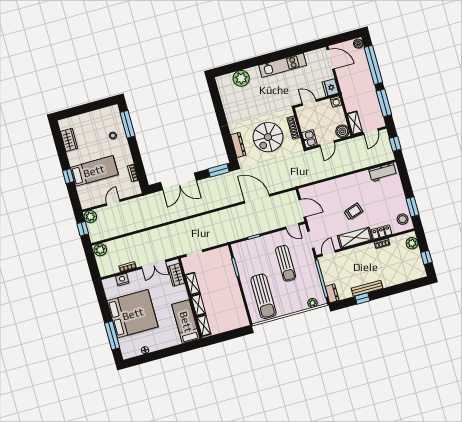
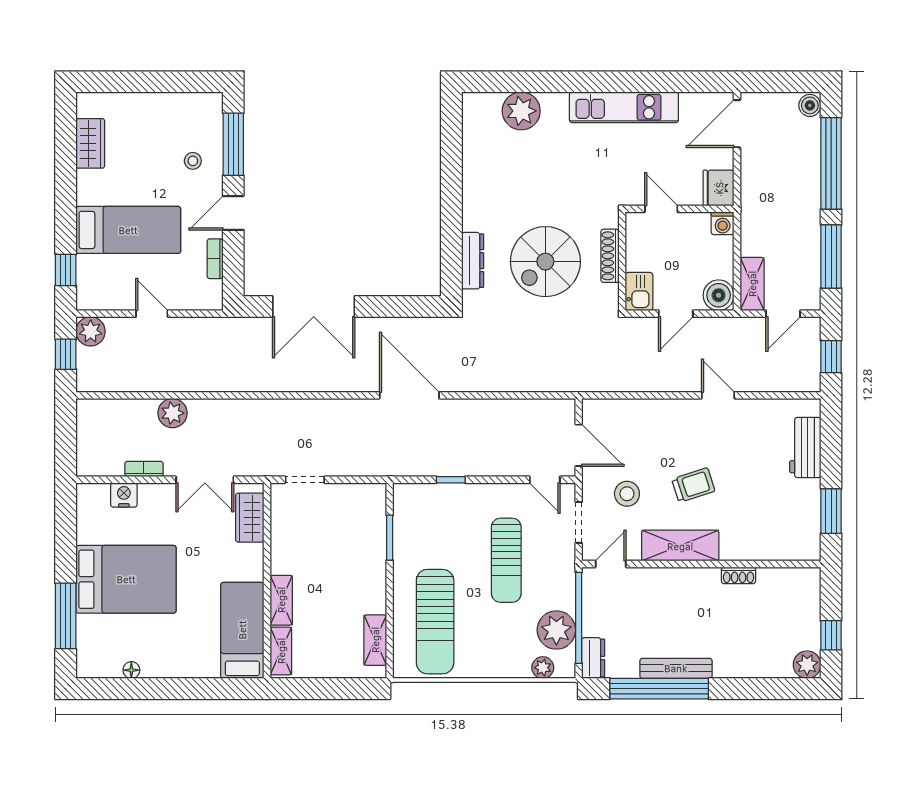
door: (331, 59) -> (737, 124), swing flipped
door: (135, 152) -> (233, 213), added
window: (219, 170) -> (412, 307), removed
door: (353, 172) -> (718, 395), added
workbench: (383, 172) -> (805, 448), moved, turned 90
window: (68, 176) -> (66, 270), moved
door: (257, 199) -> (409, 395), moved
door: (113, 203) -> (152, 314), hinge flipped
stool: (403, 219) -> (627, 494), moved
locker: (381, 232) -> (744, 549), removed
plant: (412, 243) -> (807, 665), moved
plant: (100, 250) -> (172, 413), moved
shelving: (192, 284) -> (375, 640), moved
plant: (314, 286) -> (556, 630), added
window: (362, 298) -> (659, 689), width x3.17
bed: (133, 314) -> (126, 579), width x0.73

